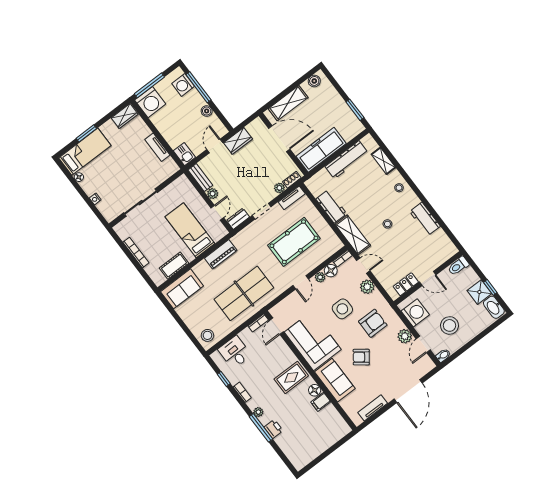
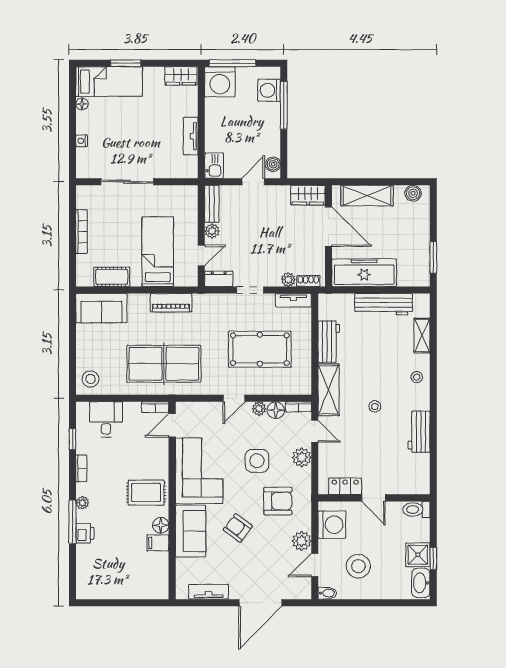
boiler: (207, 111) -> (273, 164), moved
wardrobe: (238, 141) -> (308, 195), moved

